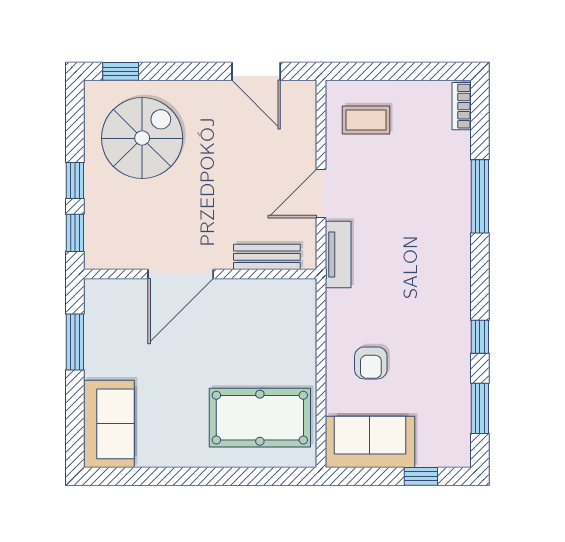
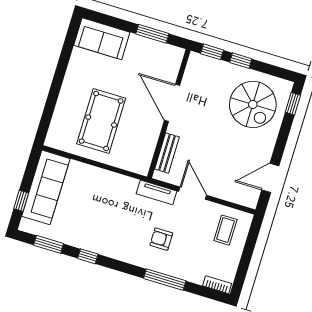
armchair: (371, 363) -> (161, 239), moved
pool table: (260, 418) -> (101, 121), moved
sofa: (370, 442) -> (46, 187), width x1.36

